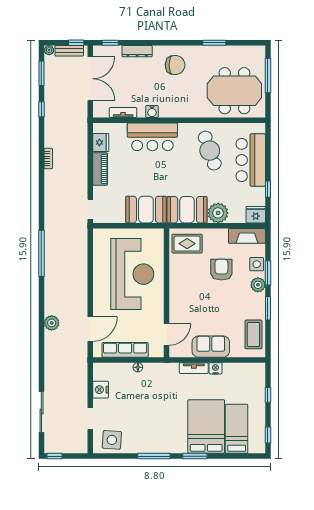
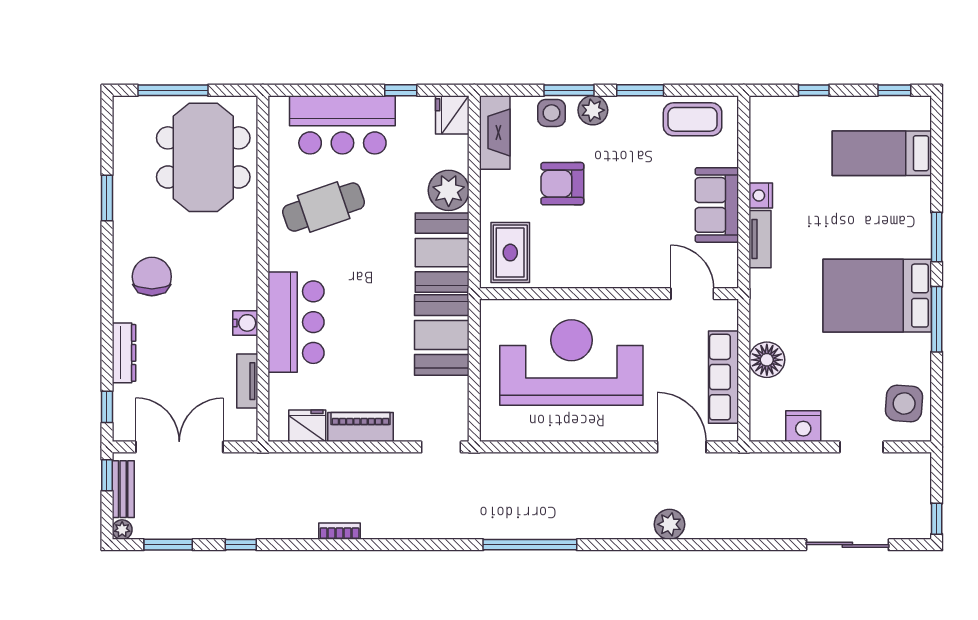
floor lamp: (138, 367) -> (767, 360), width x1.89, depth x1.89
bed: (206, 426) -> (877, 296), moved

